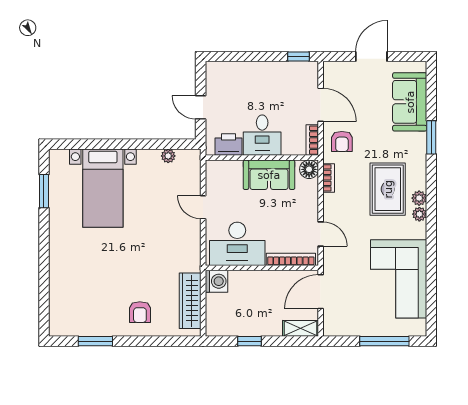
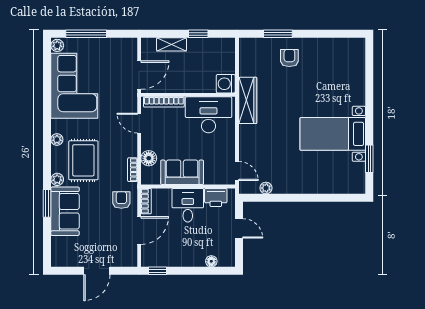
floor lamp: (234, 68) -> (211, 261), added
sofa: (410, 102) -> (65, 211), moved
door: (321, 105) -> (139, 230), swing flipped
floor lamp: (309, 169) -> (149, 158), moved
bed with nightstands: (103, 188) -> (333, 134), moved, turned -90
plant: (419, 198) -> (57, 179), moved
door: (203, 207) -> (237, 171), moved
wardrobe: (190, 301) -> (248, 100), moved
plant: (419, 327) -> (57, 45), added
shelving: (301, 328) -> (171, 44), moved
window: (95, 341) -> (278, 34), moved

